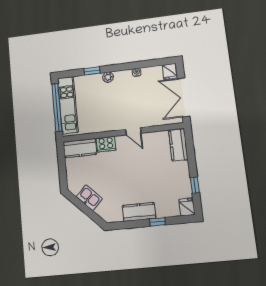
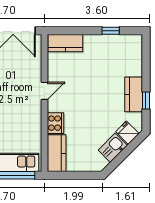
fridge: (187, 207) -> (127, 133), moved, turned 45
window: (157, 222) -> (146, 101), moved

